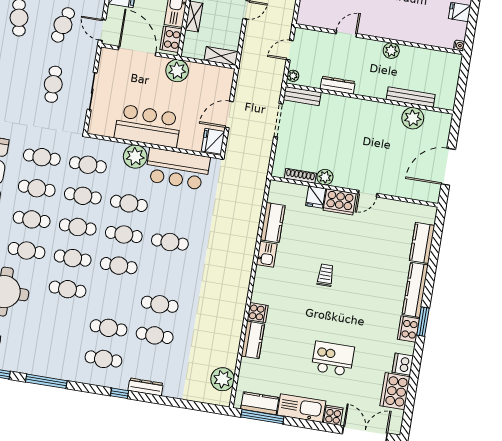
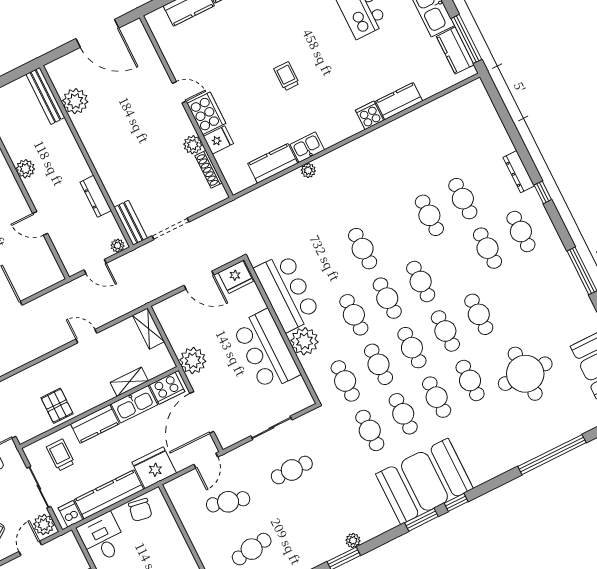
bench: (411, 97) -> (45, 96), moved
trolley: (325, 275) -> (287, 76), turned 90
plant: (223, 379) -> (308, 170), moved, width x0.53, depth x0.53

